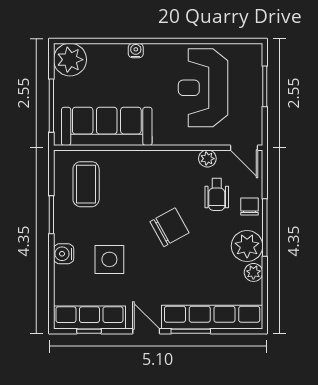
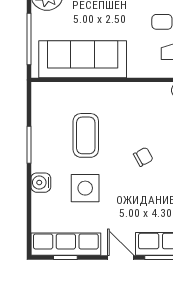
coffee table: (86, 184) -> (86, 135), moved
chair: (169, 227) -> (143, 157), width x0.54, depth x0.54

